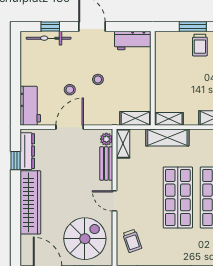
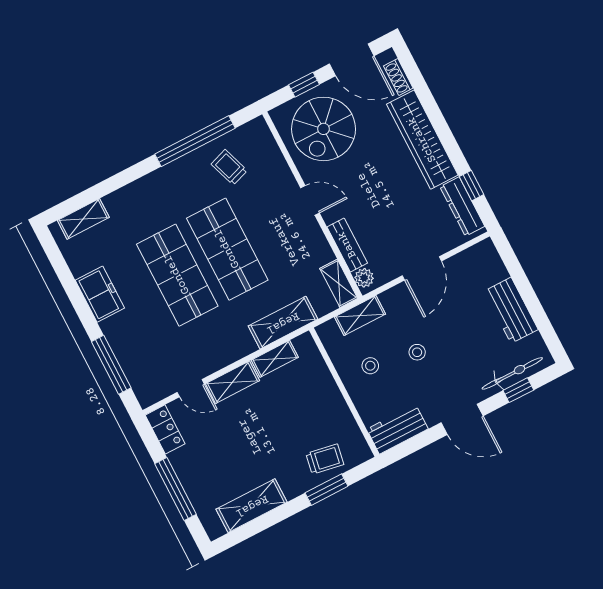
trolley: (200, 45) -> (325, 459), moved, turned 100
stool: (70, 90) -> (370, 366), moved
workbench: (30, 106) -> (511, 310), moved
shelving: (135, 118) -> (360, 315), moved
shelving: (169, 119) -> (275, 359), moved
trolley: (132, 241) -> (229, 167), moved
shoe rack: (25, 246) -> (398, 77), added

